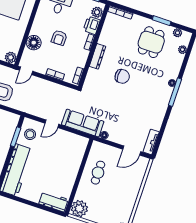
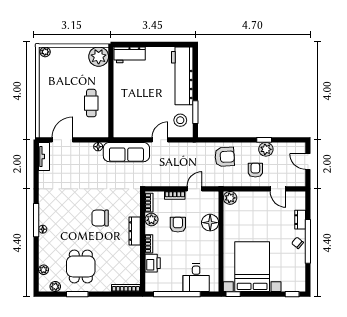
plant: (97, 12) -> (151, 220), moved
armchair: (59, 38) -> (178, 225), moved
door: (26, 71) -> (194, 189), moved

